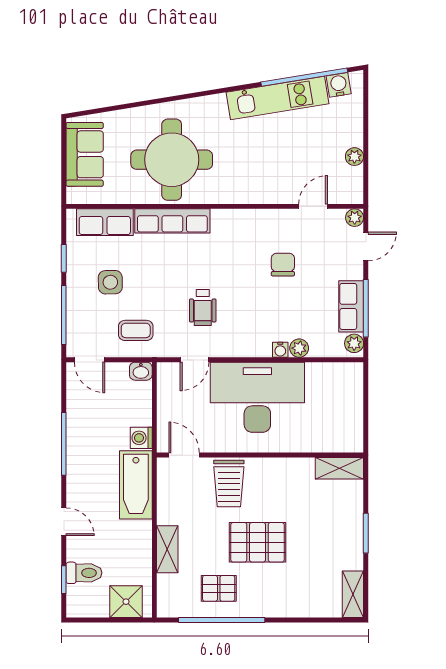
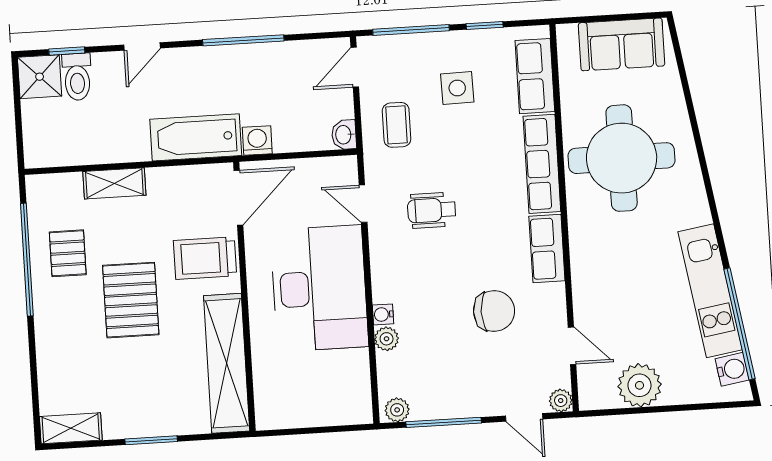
plant: (354, 157) -> (640, 385), width x1.88, depth x1.88
chair: (283, 265) -> (494, 311), width x1.37, depth x1.37
row of seats: (351, 306) -> (547, 248), moved, turned -90
door: (184, 455) -> (238, 198), width x1.38
shelving: (339, 468) -> (227, 363), width x2.20, depth x1.33
shower: (126, 602) -> (40, 77), moved

